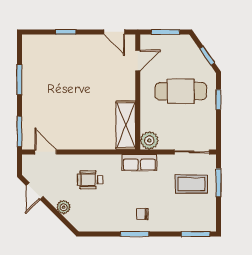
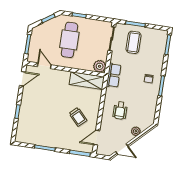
trolley: (72, 120) -> (78, 117), added

